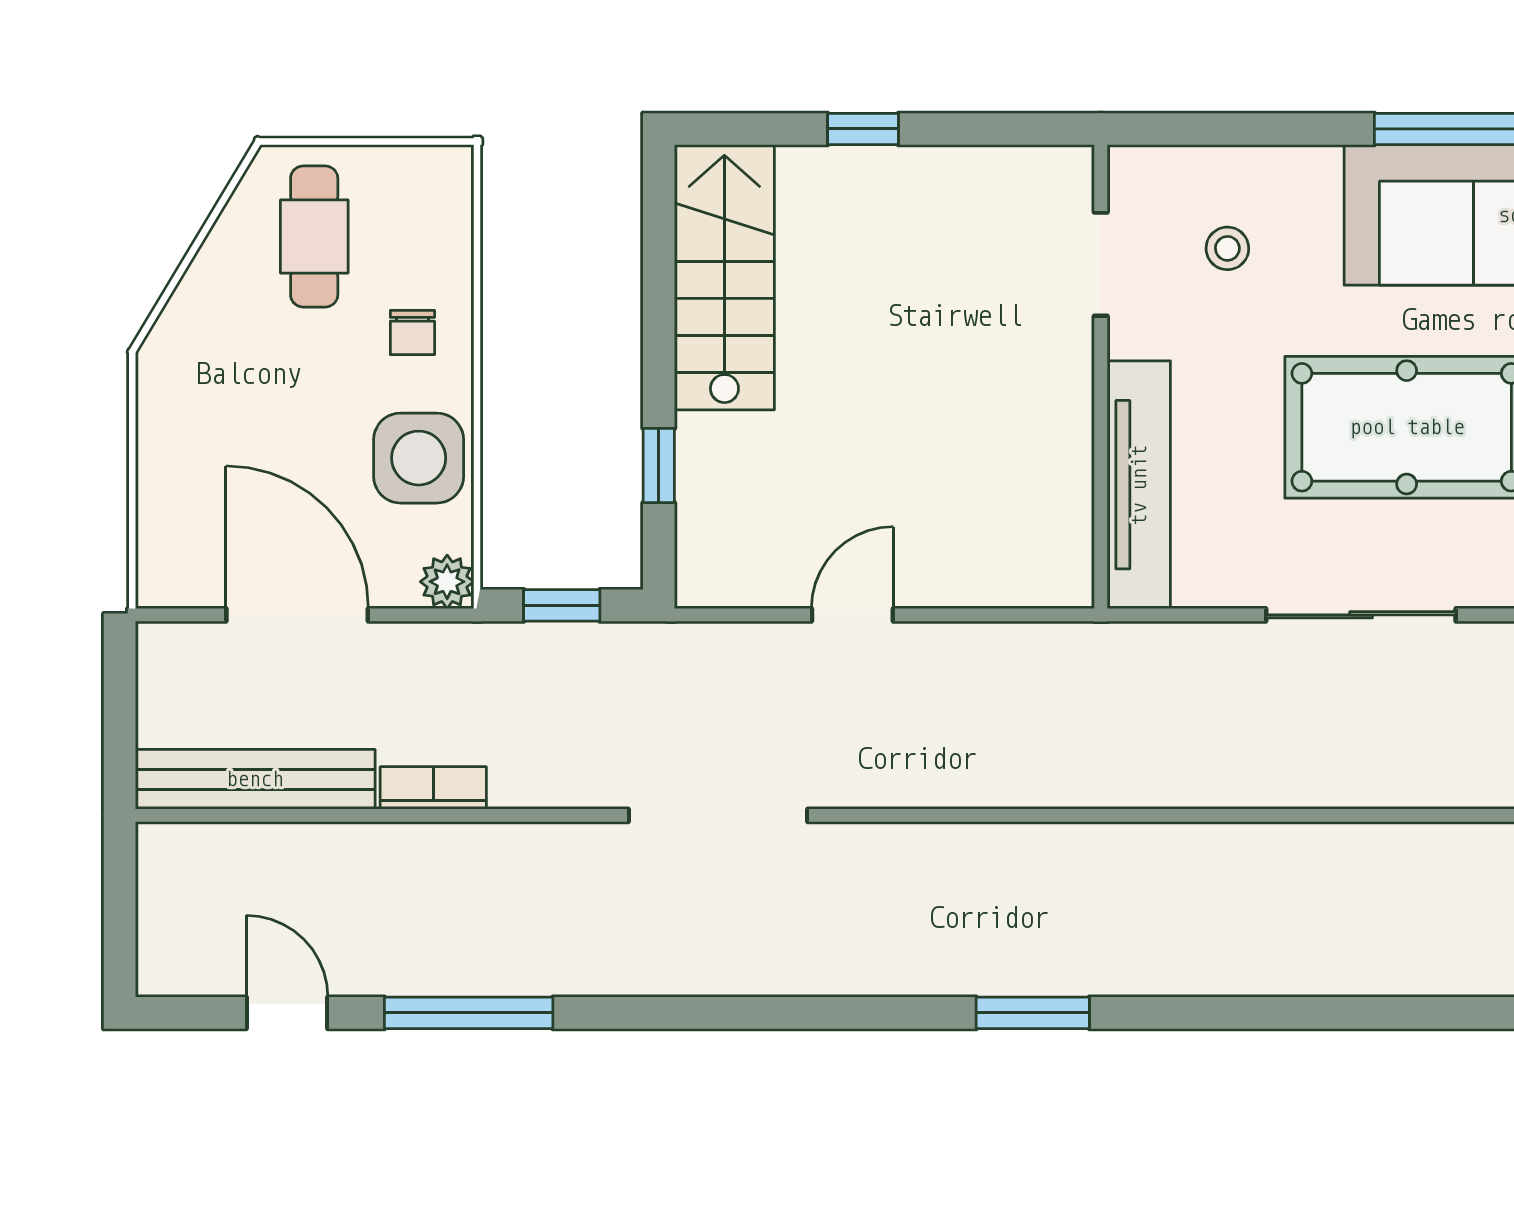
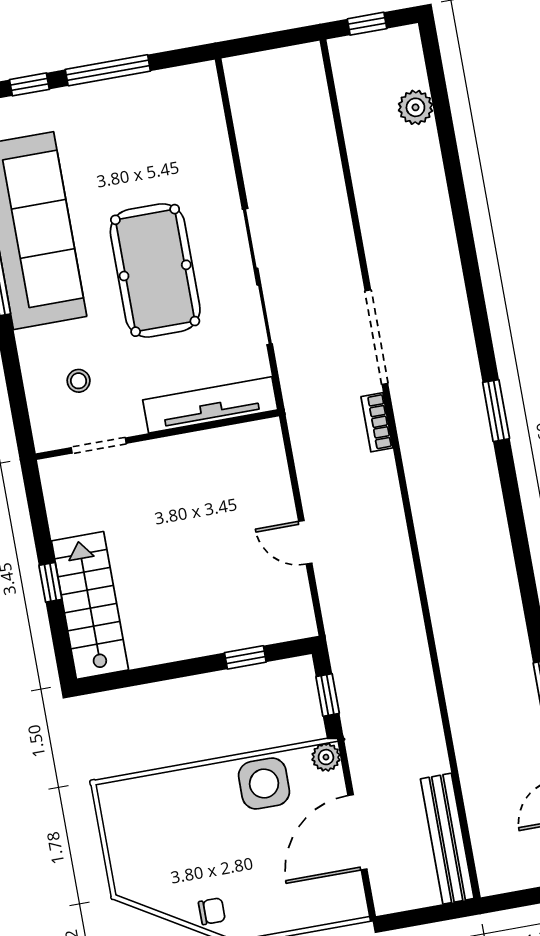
cafe table: (314, 236) -> (158, 859), removed
stairs: (724, 277) -> (90, 605), moved, turned 90
chair: (412, 333) -> (212, 911), moved
sliding door: (1361, 615) -> (257, 277), width x1.36
bookcase: (433, 788) -> (377, 422), moved
doorway: (718, 815) -> (376, 337), moved

